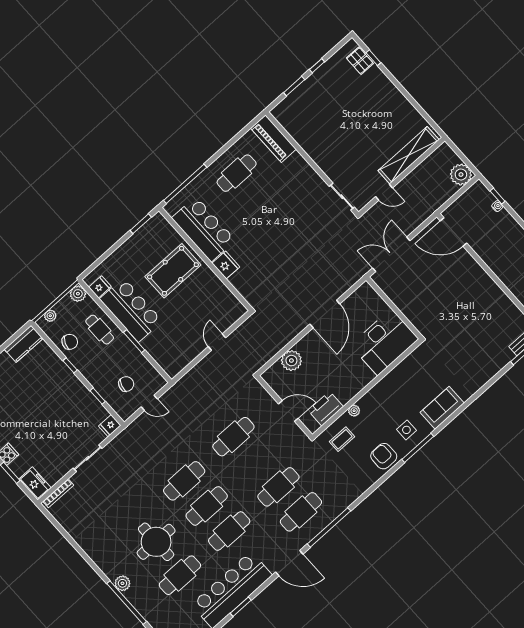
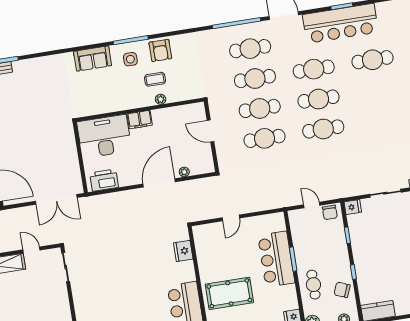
fridge: (226, 265) -> (183, 251), moved
bar counter: (131, 310) -> (276, 259), moved
door: (325, 314) -> (159, 183), moved
plant: (291, 361) -> (184, 172), width x0.53, depth x0.53
filing cabinet: (361, 379) -> (140, 120), added
chair: (126, 384) -> (330, 212), moved, turned -106
printer: (326, 409) -> (104, 180), moved, turned 180
coffee table: (342, 439) -> (155, 79), moved
cafe table: (256, 462) -> (260, 108), added
round table: (156, 542) -> (374, 97), removed

